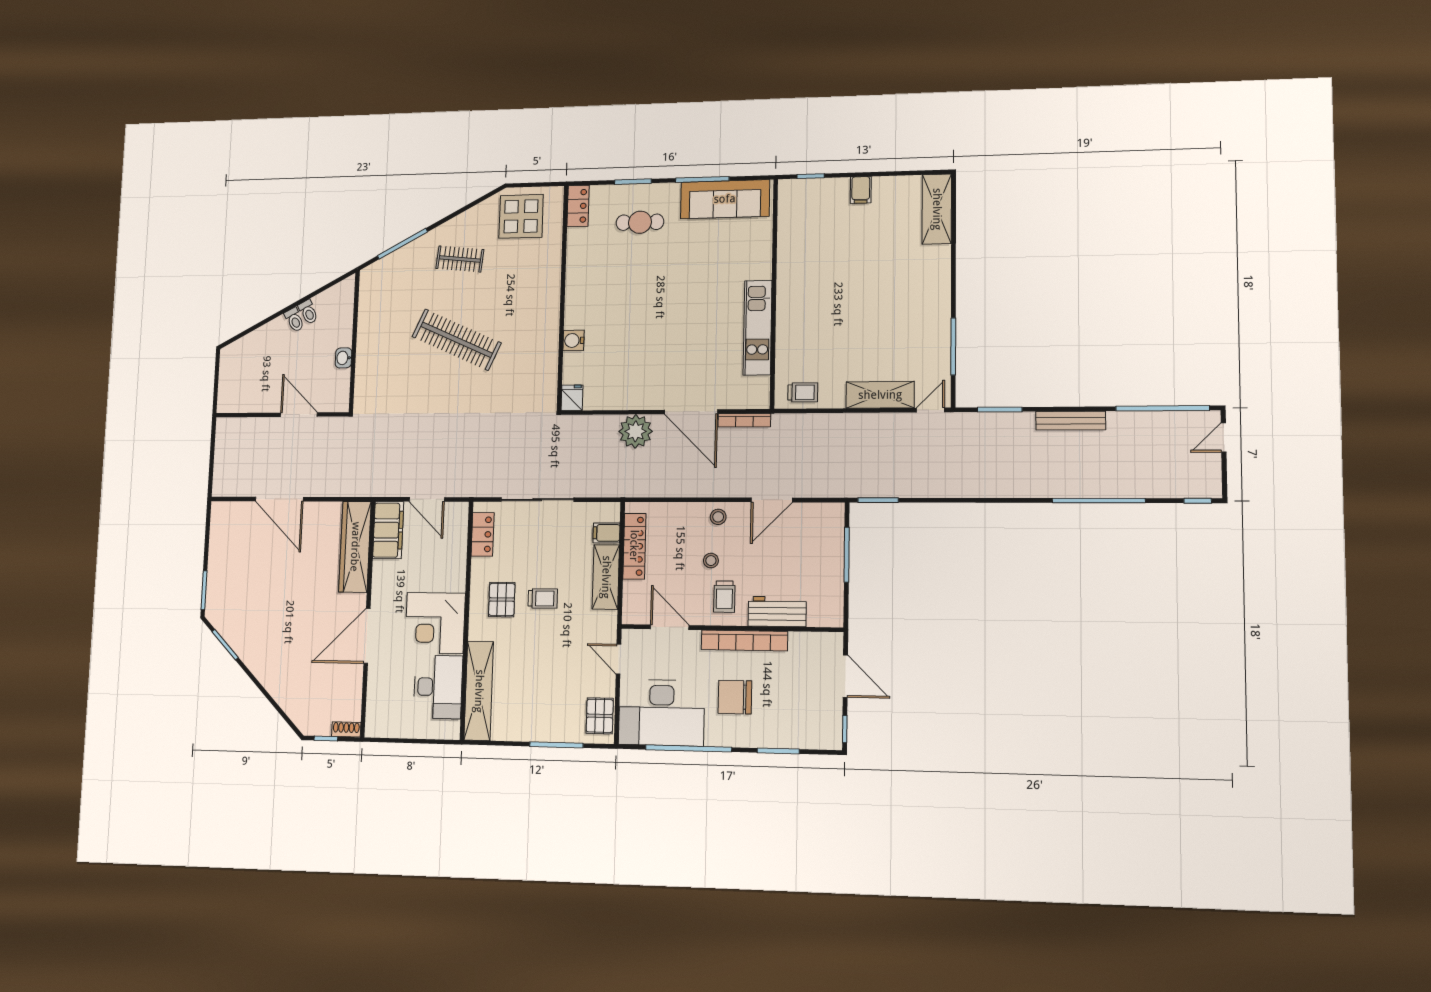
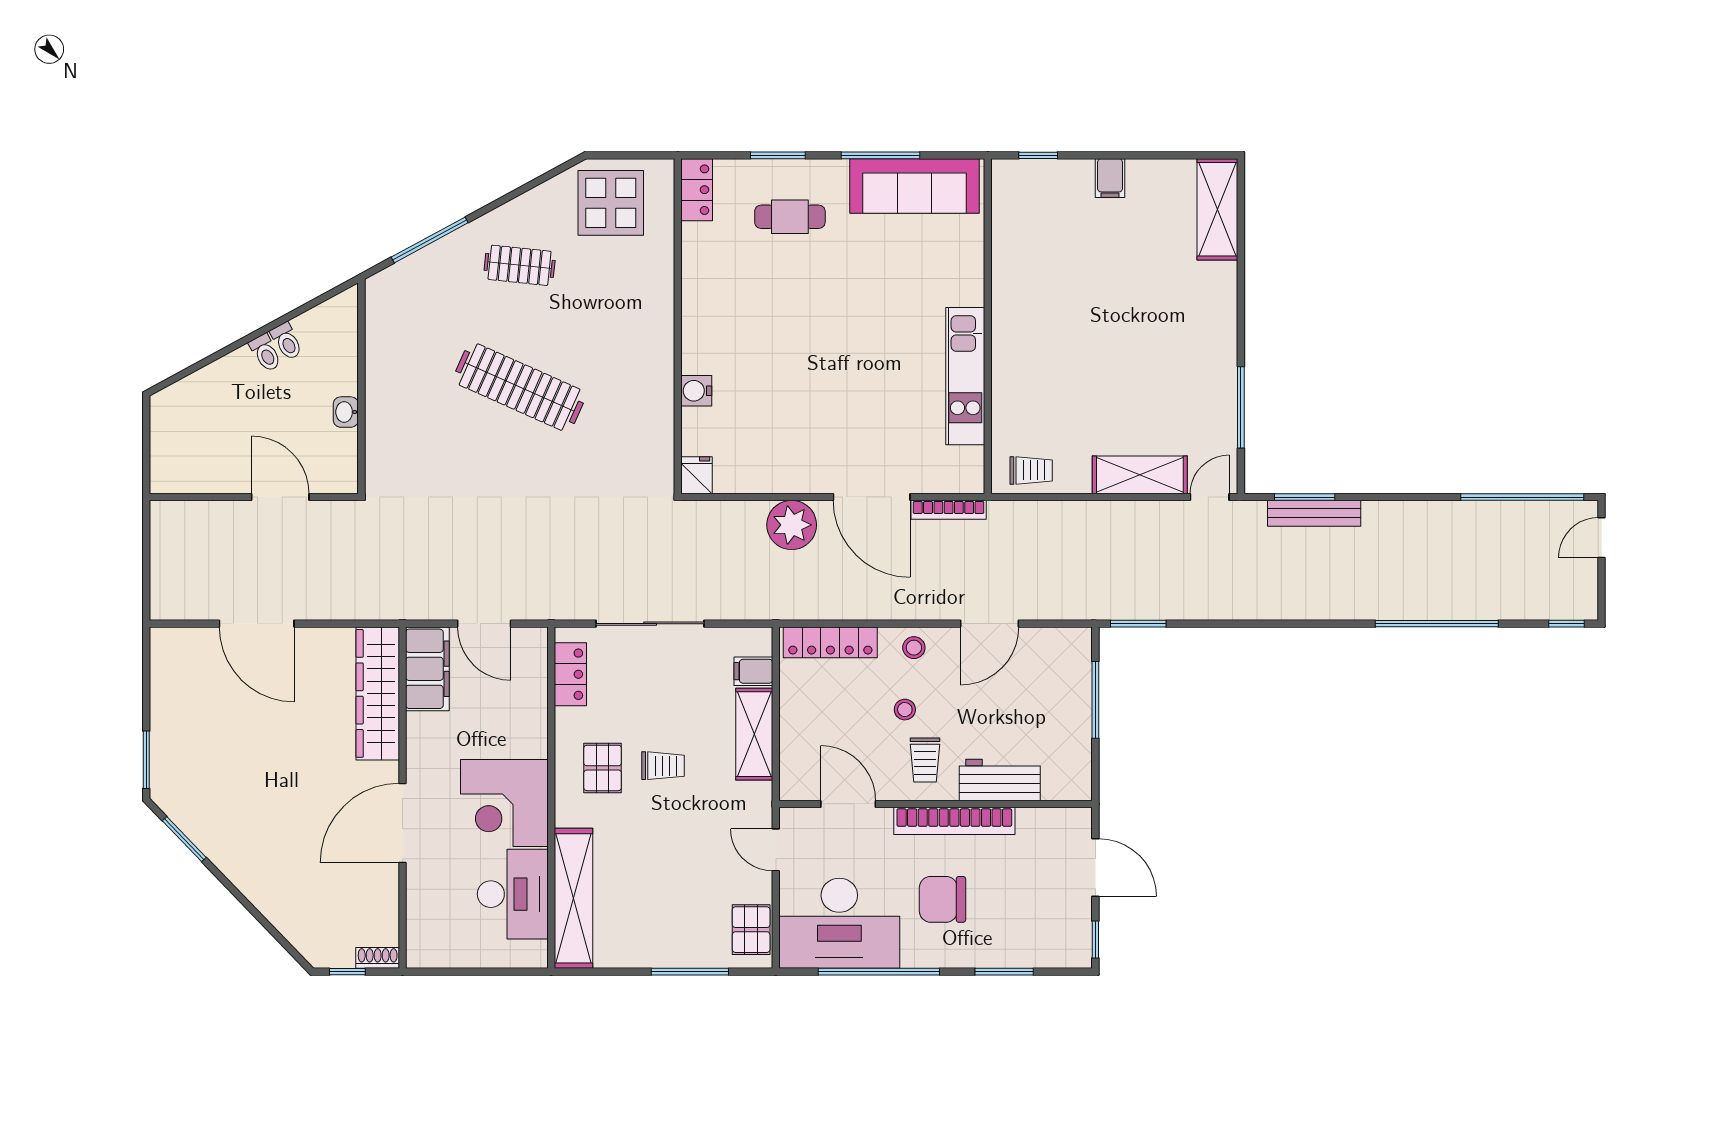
bench: (1071, 421) -> (1314, 513), moved
locker: (634, 546) -> (830, 642), moved, turned 90

